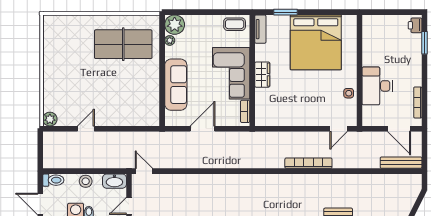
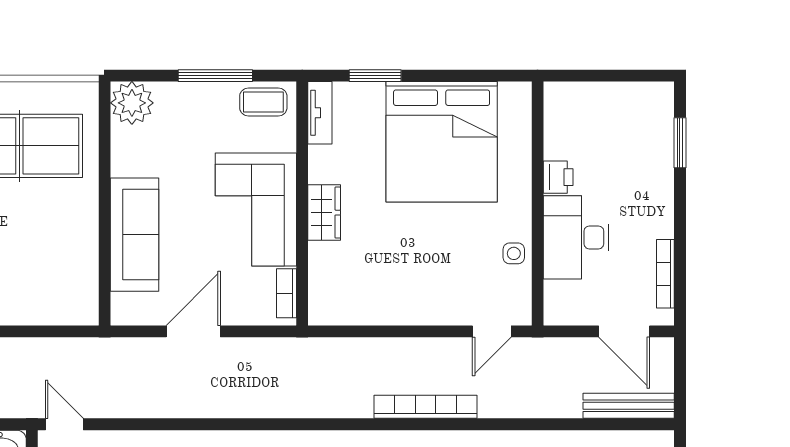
window: (213, 12) -> (215, 76), added
printer: (415, 25) -> (558, 177), moved, turned 180
plant: (170, 40) -> (121, 138), removed

